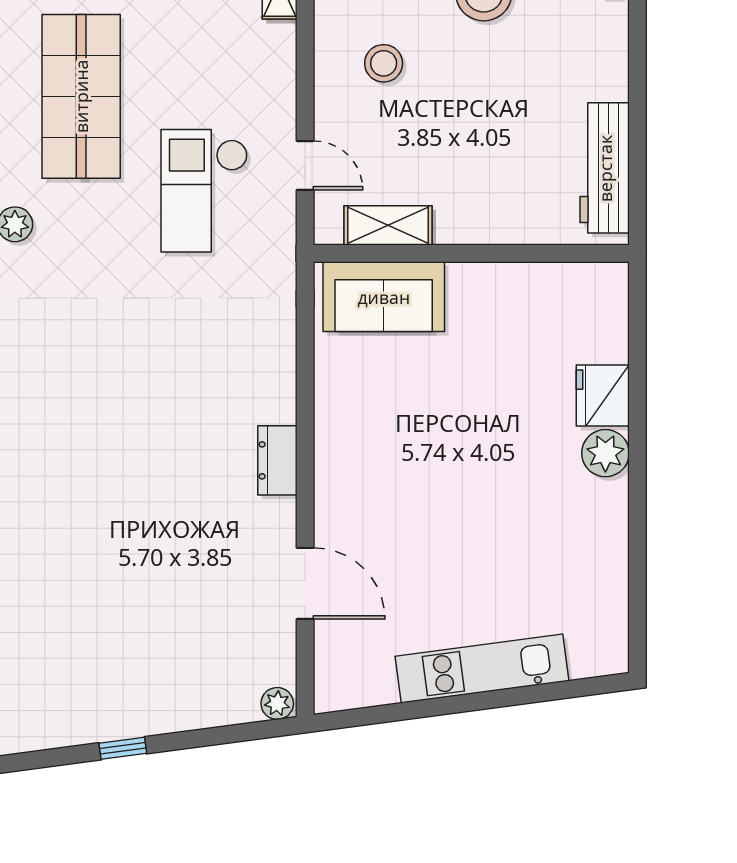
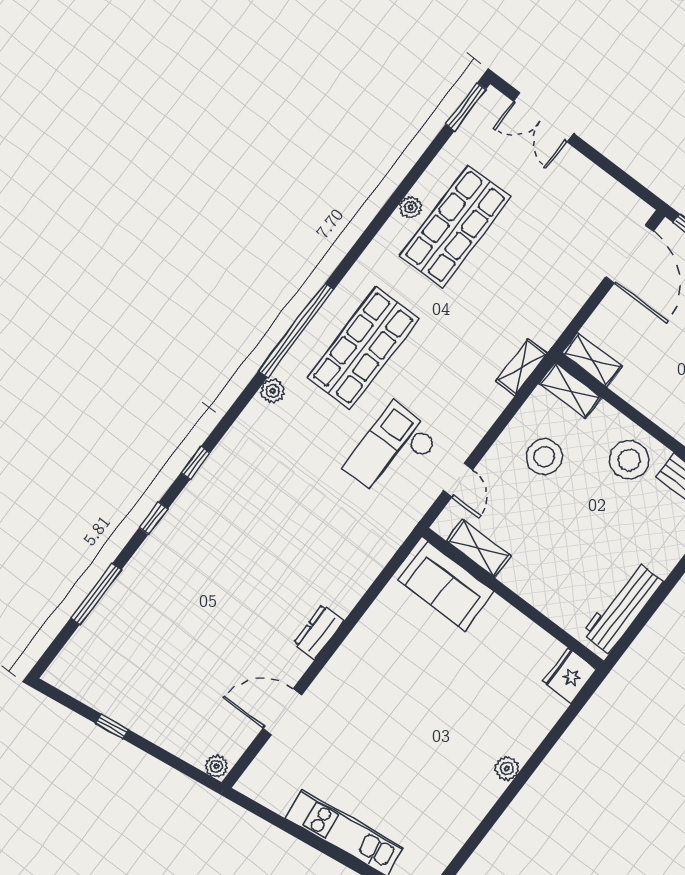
stool: (384, 63) -> (544, 457), width x1.38, depth x1.38
fridge: (603, 396) -> (569, 675), moved
plant: (605, 453) -> (507, 768), width x0.73, depth x0.73
door: (305, 583) -> (282, 712), swing flipped

